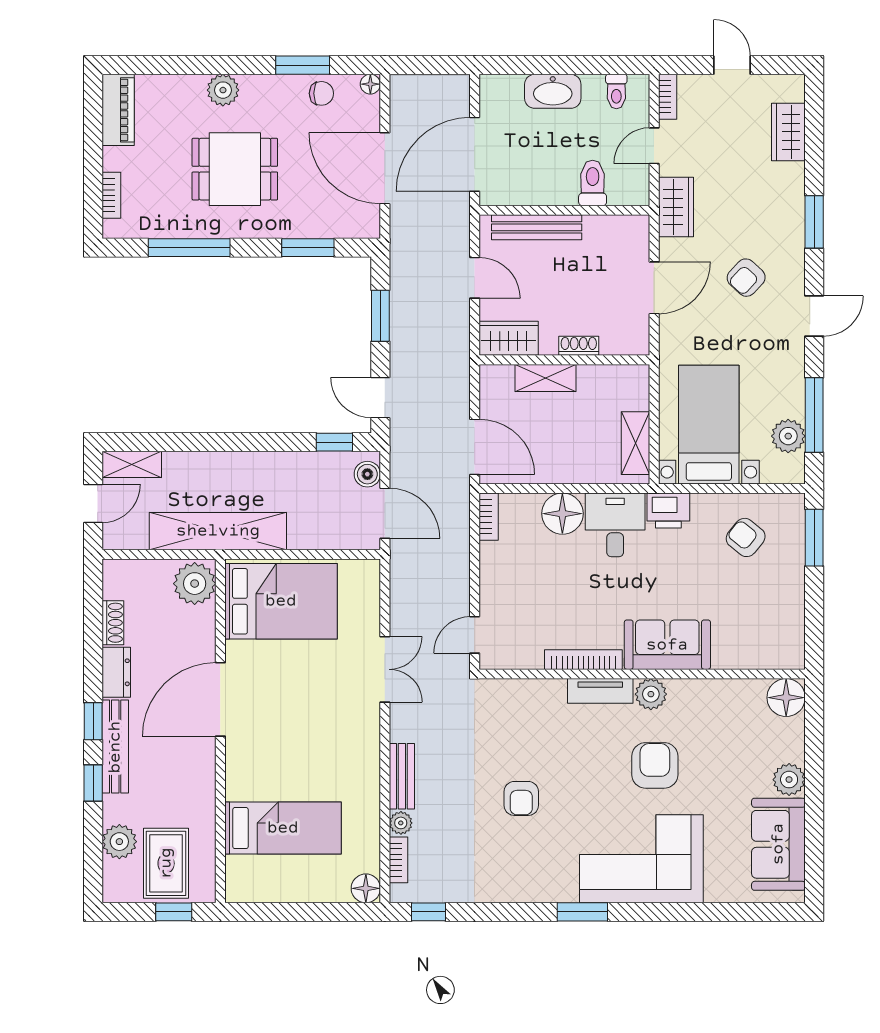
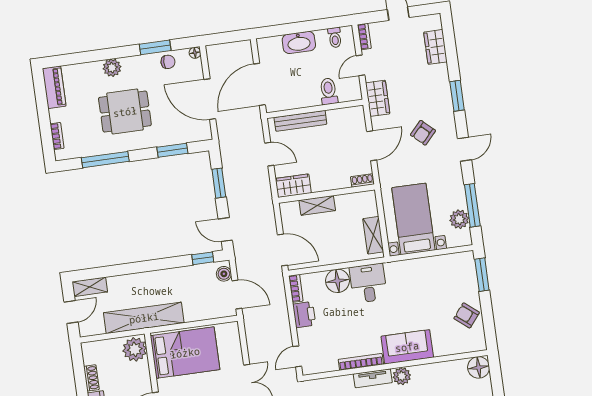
shoe rack: (579, 346) -> (362, 180), moved
printer: (668, 511) -> (304, 315), moved, turned -90
armchair: (746, 537) -> (467, 315), moved

